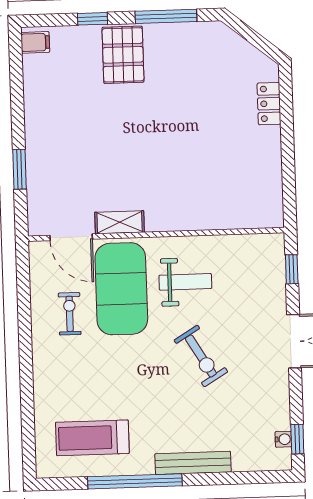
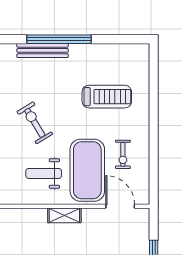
shelving: (120, 222) -> (64, 215), moved
treadmill: (92, 438) -> (107, 97), moved
window: (135, 481) -> (59, 39), moved

